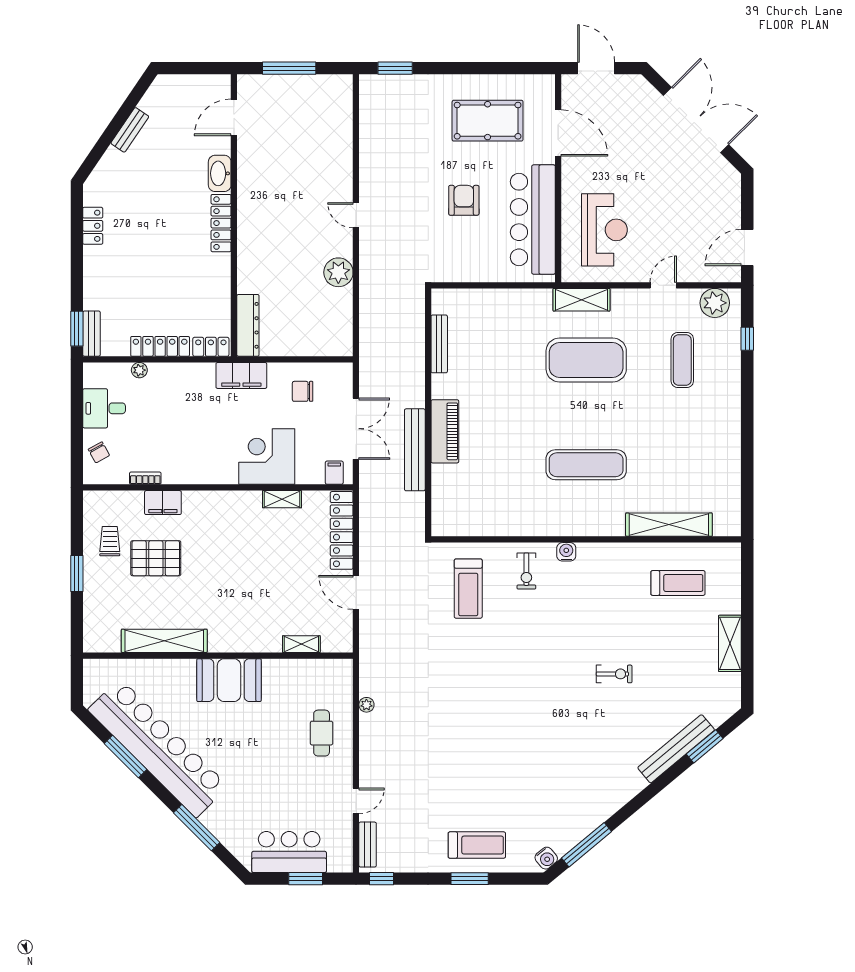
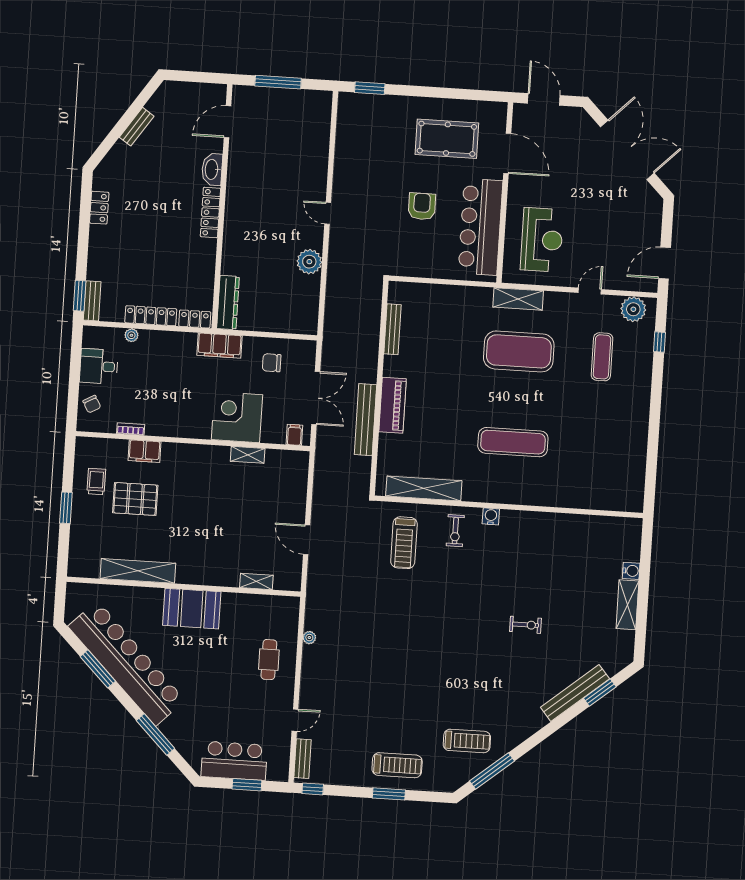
shelving: (669, 525) -> (424, 488), moved
locker: (342, 530) -> (298, 485), removed
treadmill: (678, 583) -> (467, 741), moved
water cooler: (546, 858) -> (631, 571), moved, turned -50

